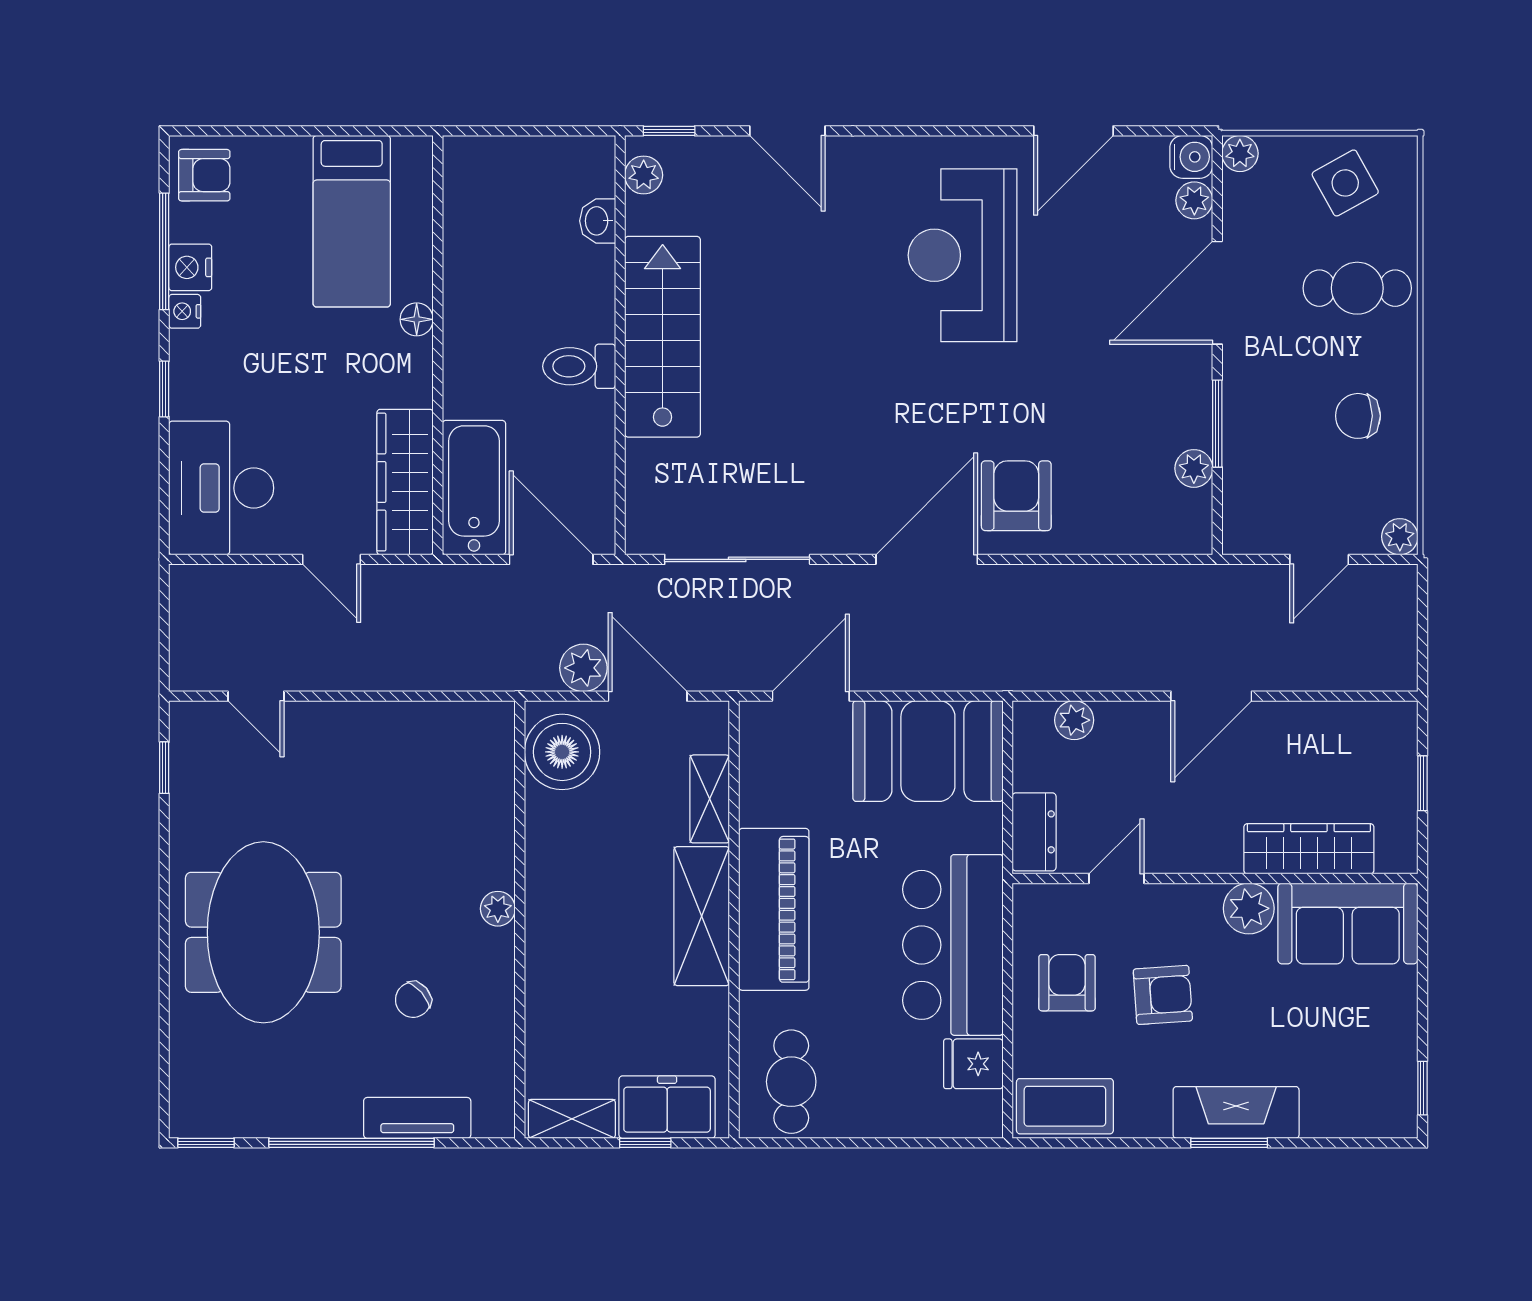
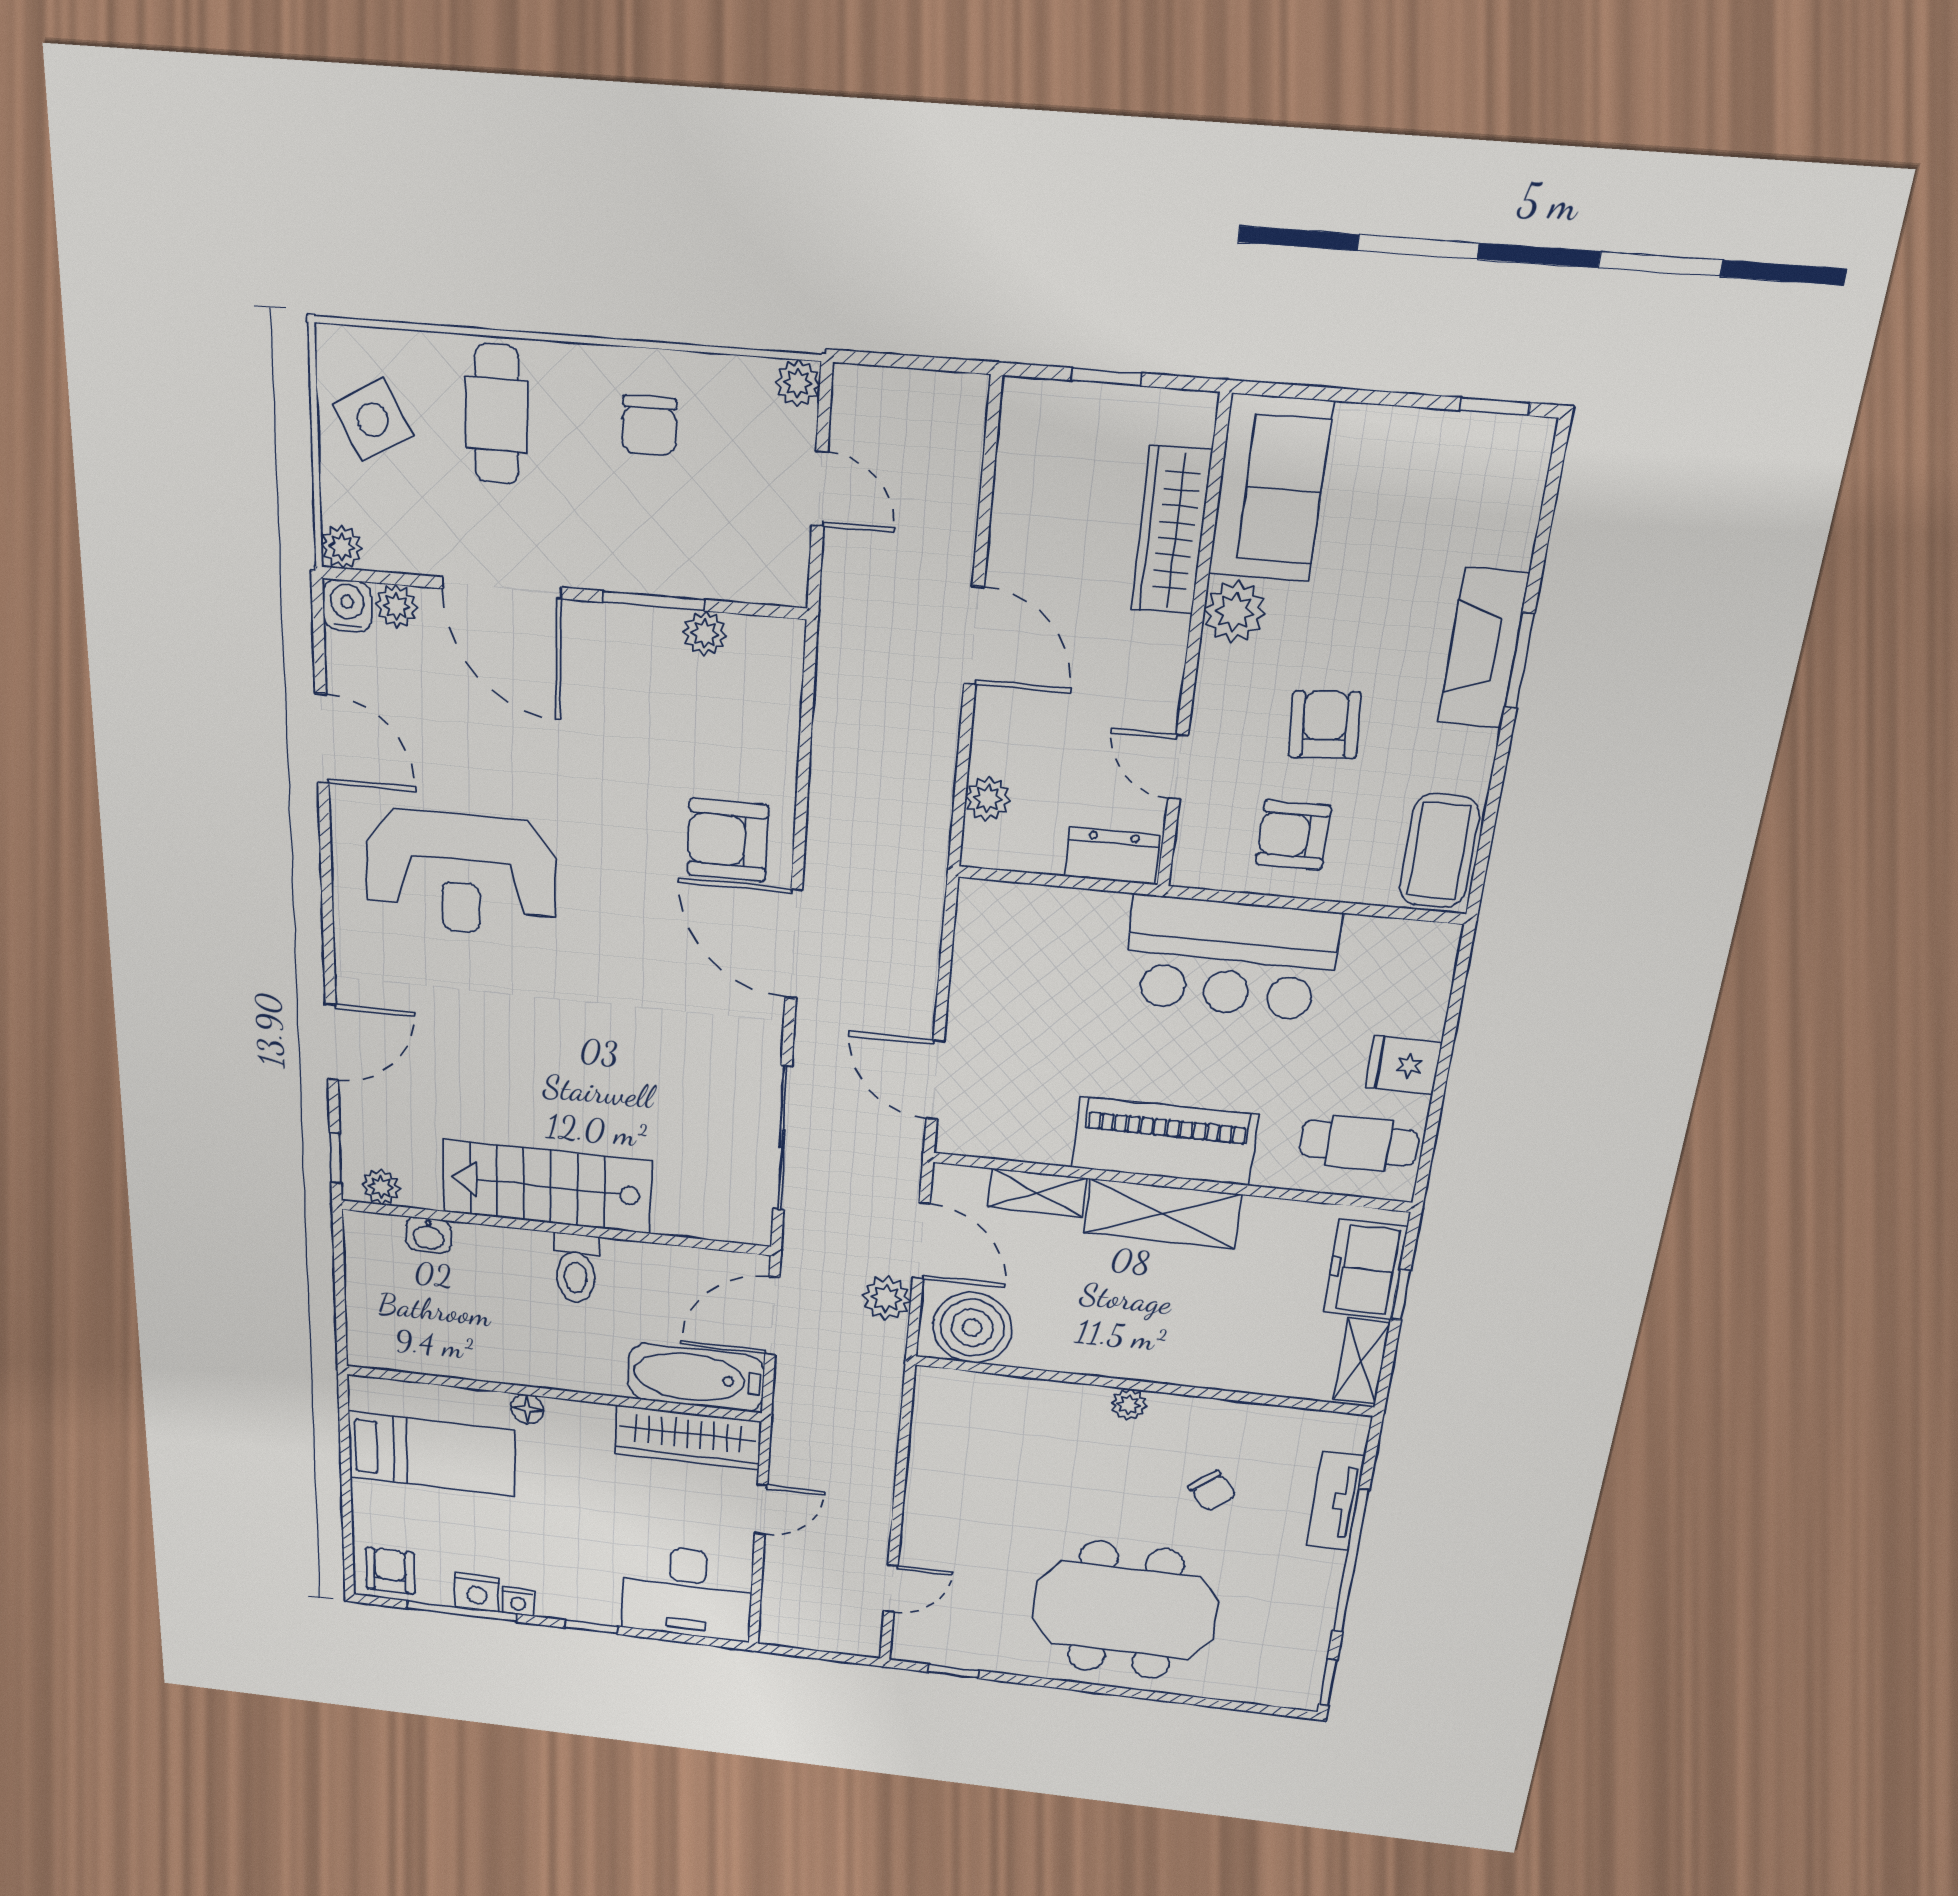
door: (648, 696) -> (921, 1241), swing flipped
booth: (928, 751) -> (1007, 964), removed
fridge: (973, 1064) -> (1404, 1065), moved, turned 90

